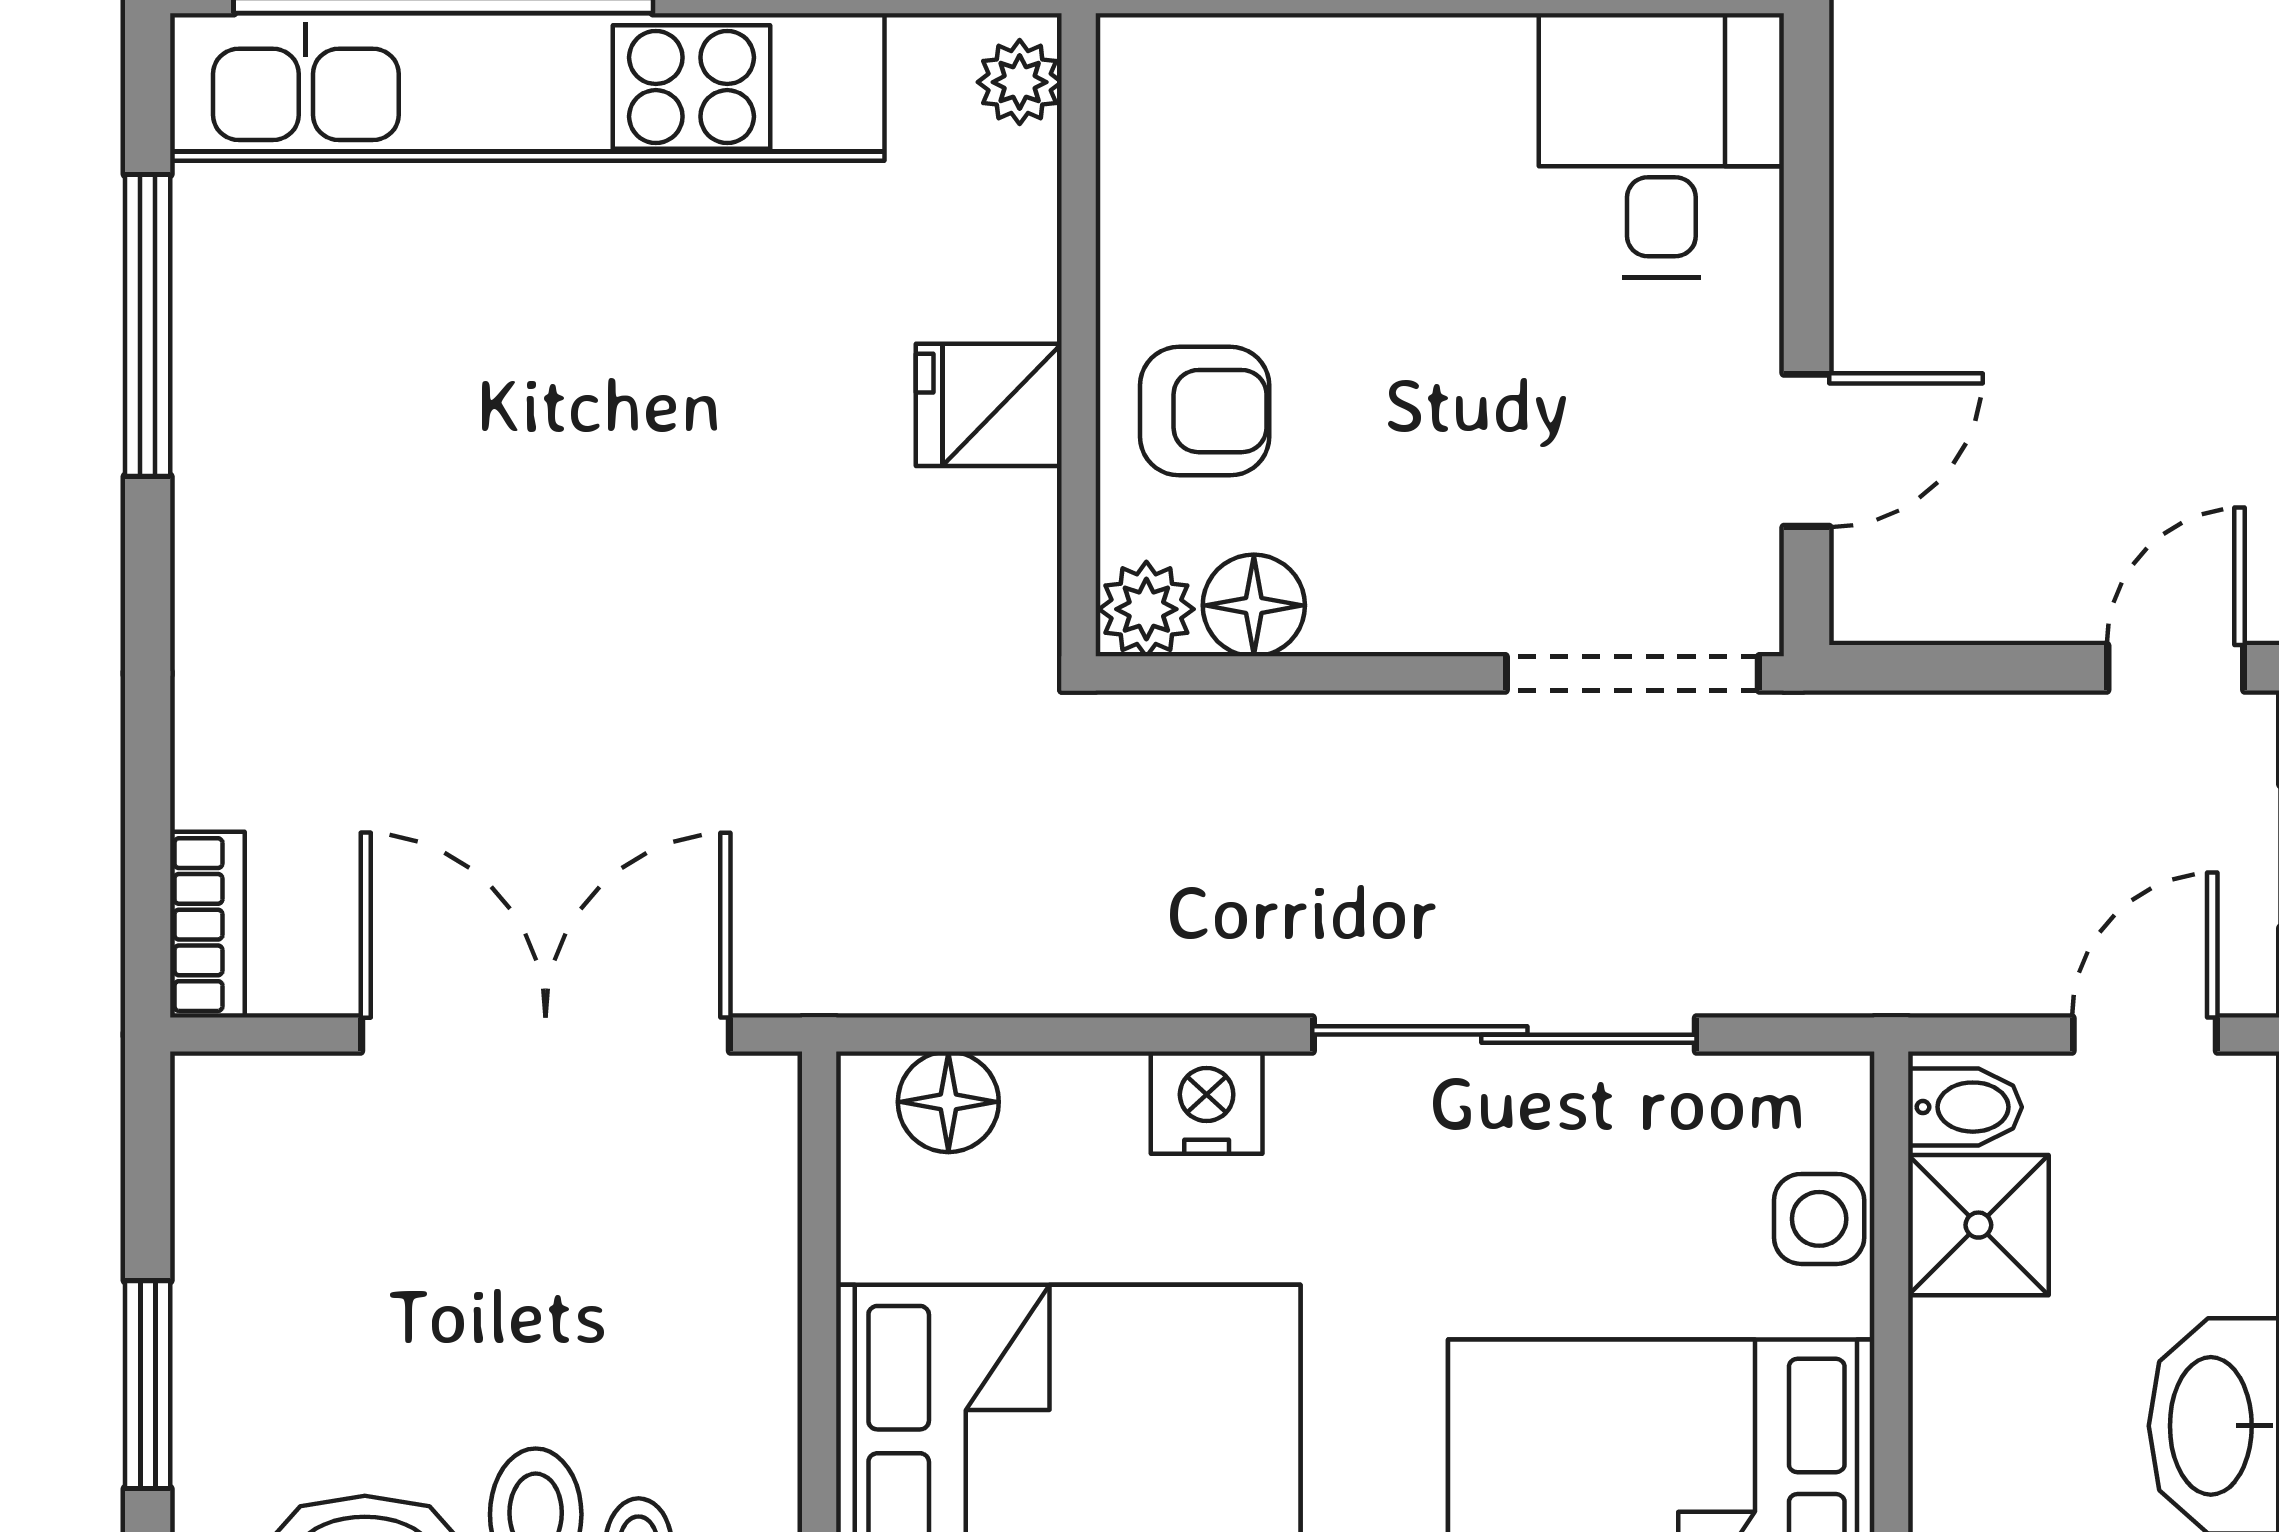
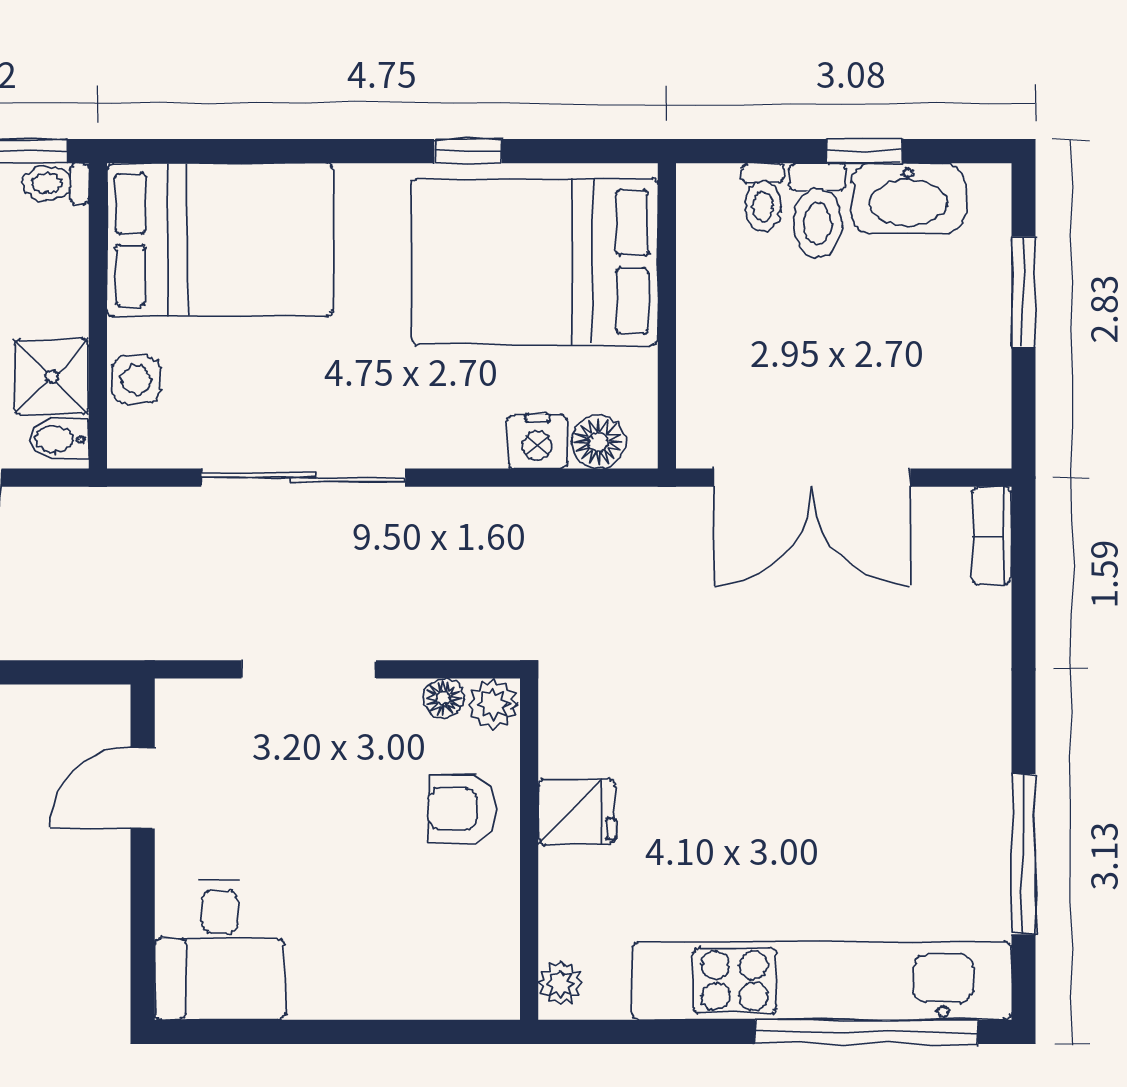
floor lamp: (1254, 605) -> (444, 698), width x0.73, depth x0.73
doorway: (1632, 673) -> (309, 669), moved
nightstand: (1207, 1103) -> (537, 441), moved

